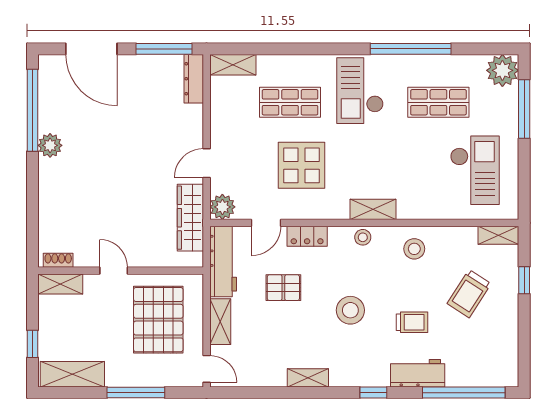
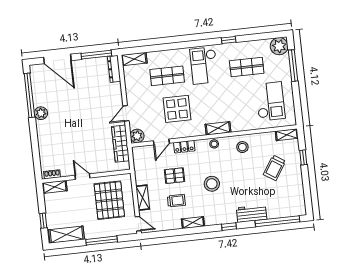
window: (411, 49) -> (229, 40), width x0.32
workbench: (223, 261) -> (141, 165), removed
trolley: (412, 322) -> (176, 201), moved

